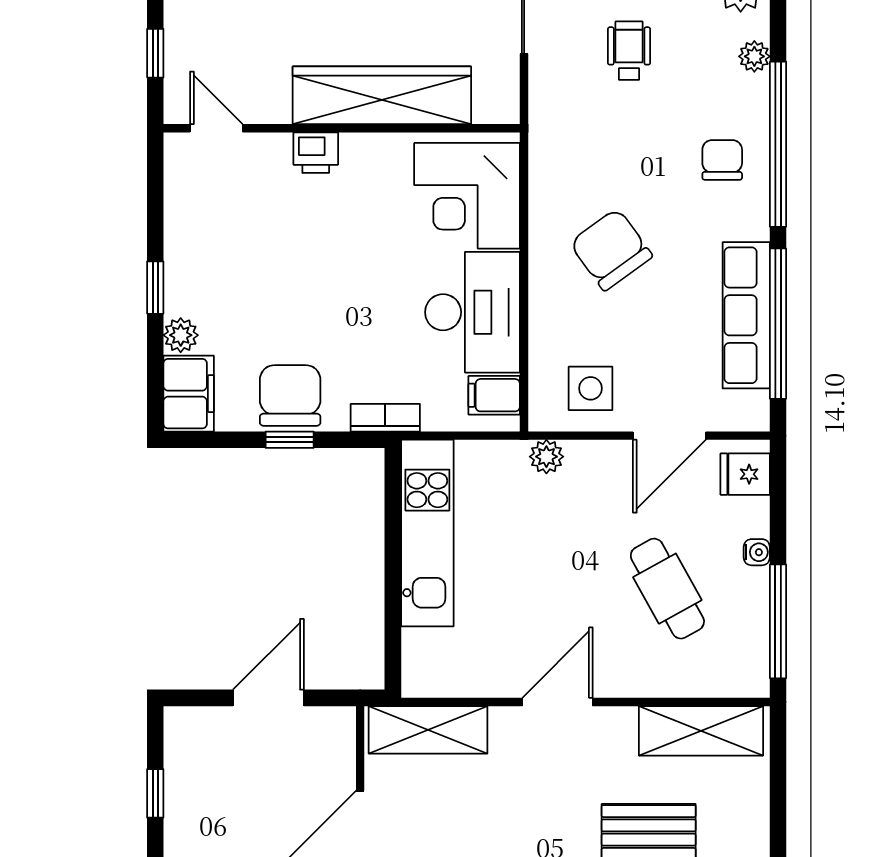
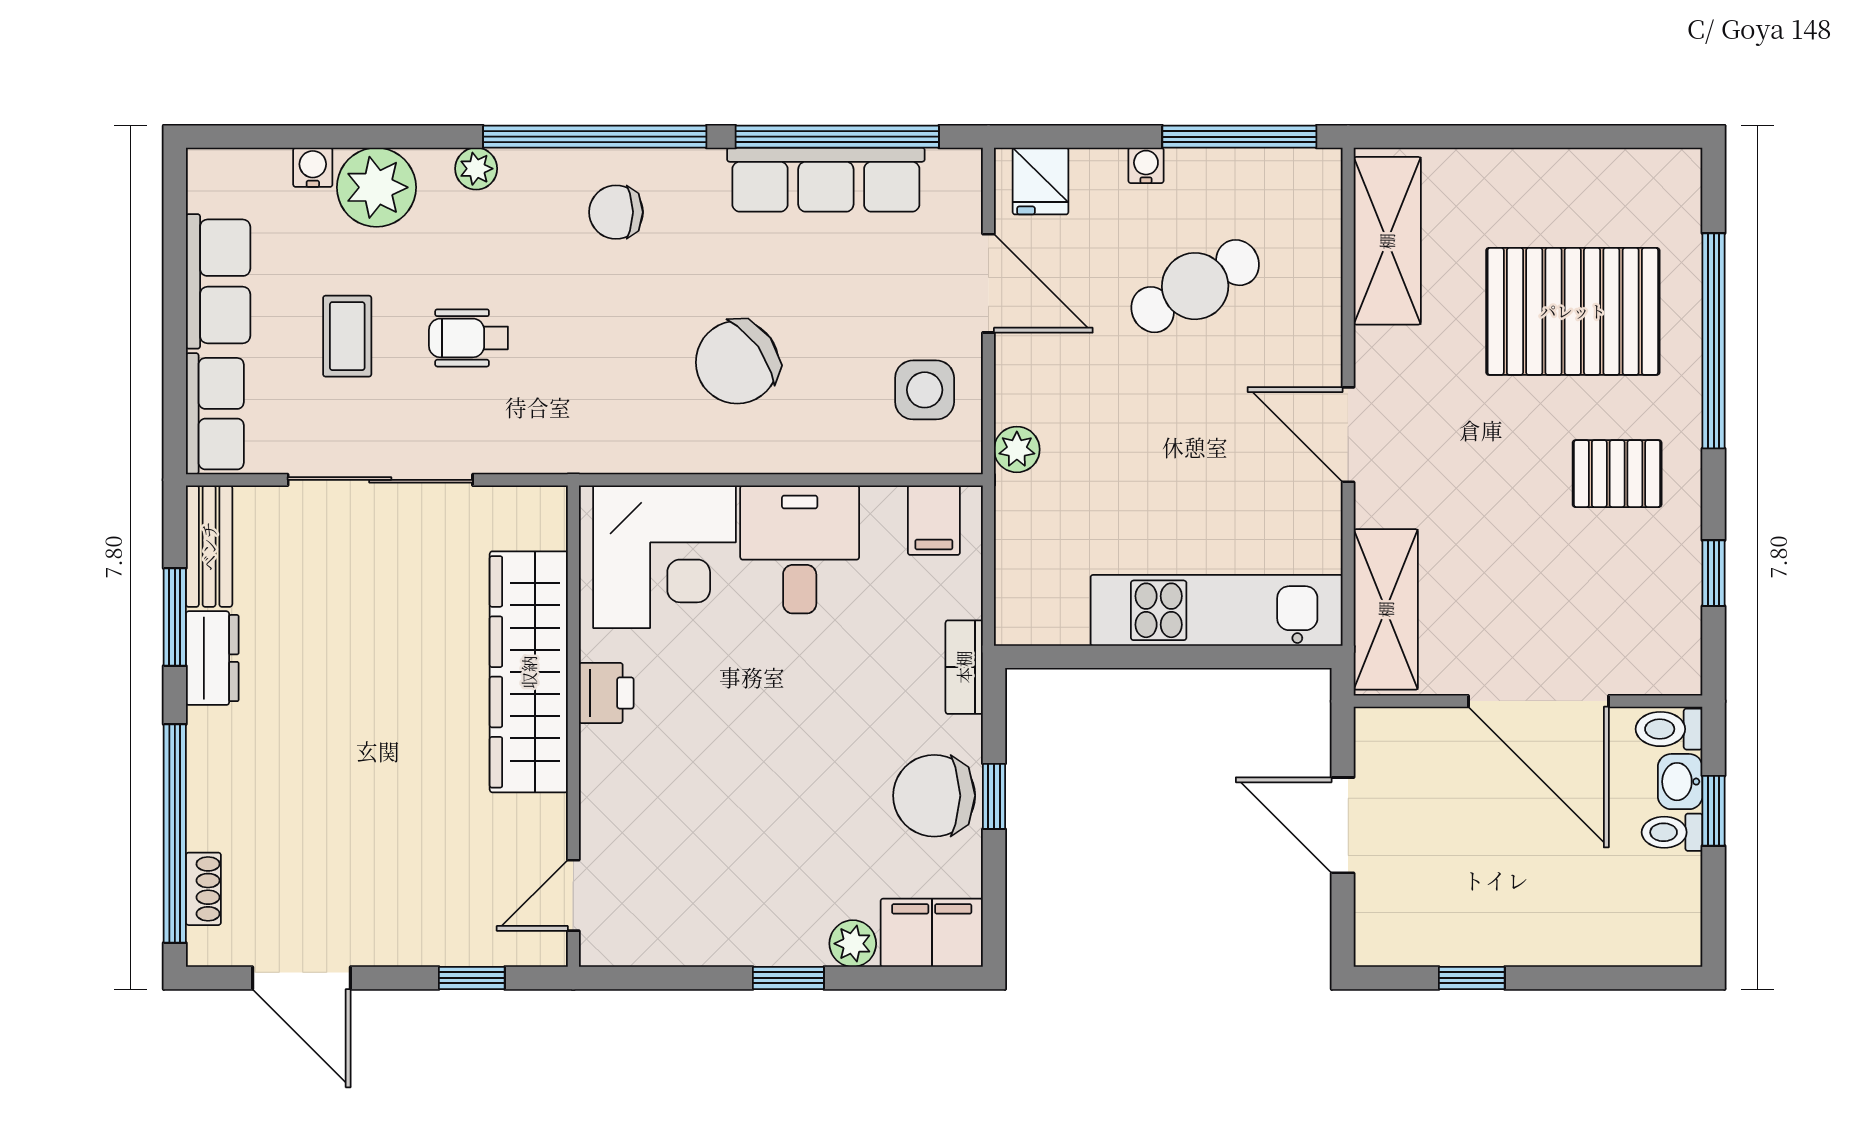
printer: (316, 153) -> (606, 693), moved
desk: (472, 312) -> (800, 549), width x0.73
kitchen unit: (427, 533) -> (1217, 610), moved

